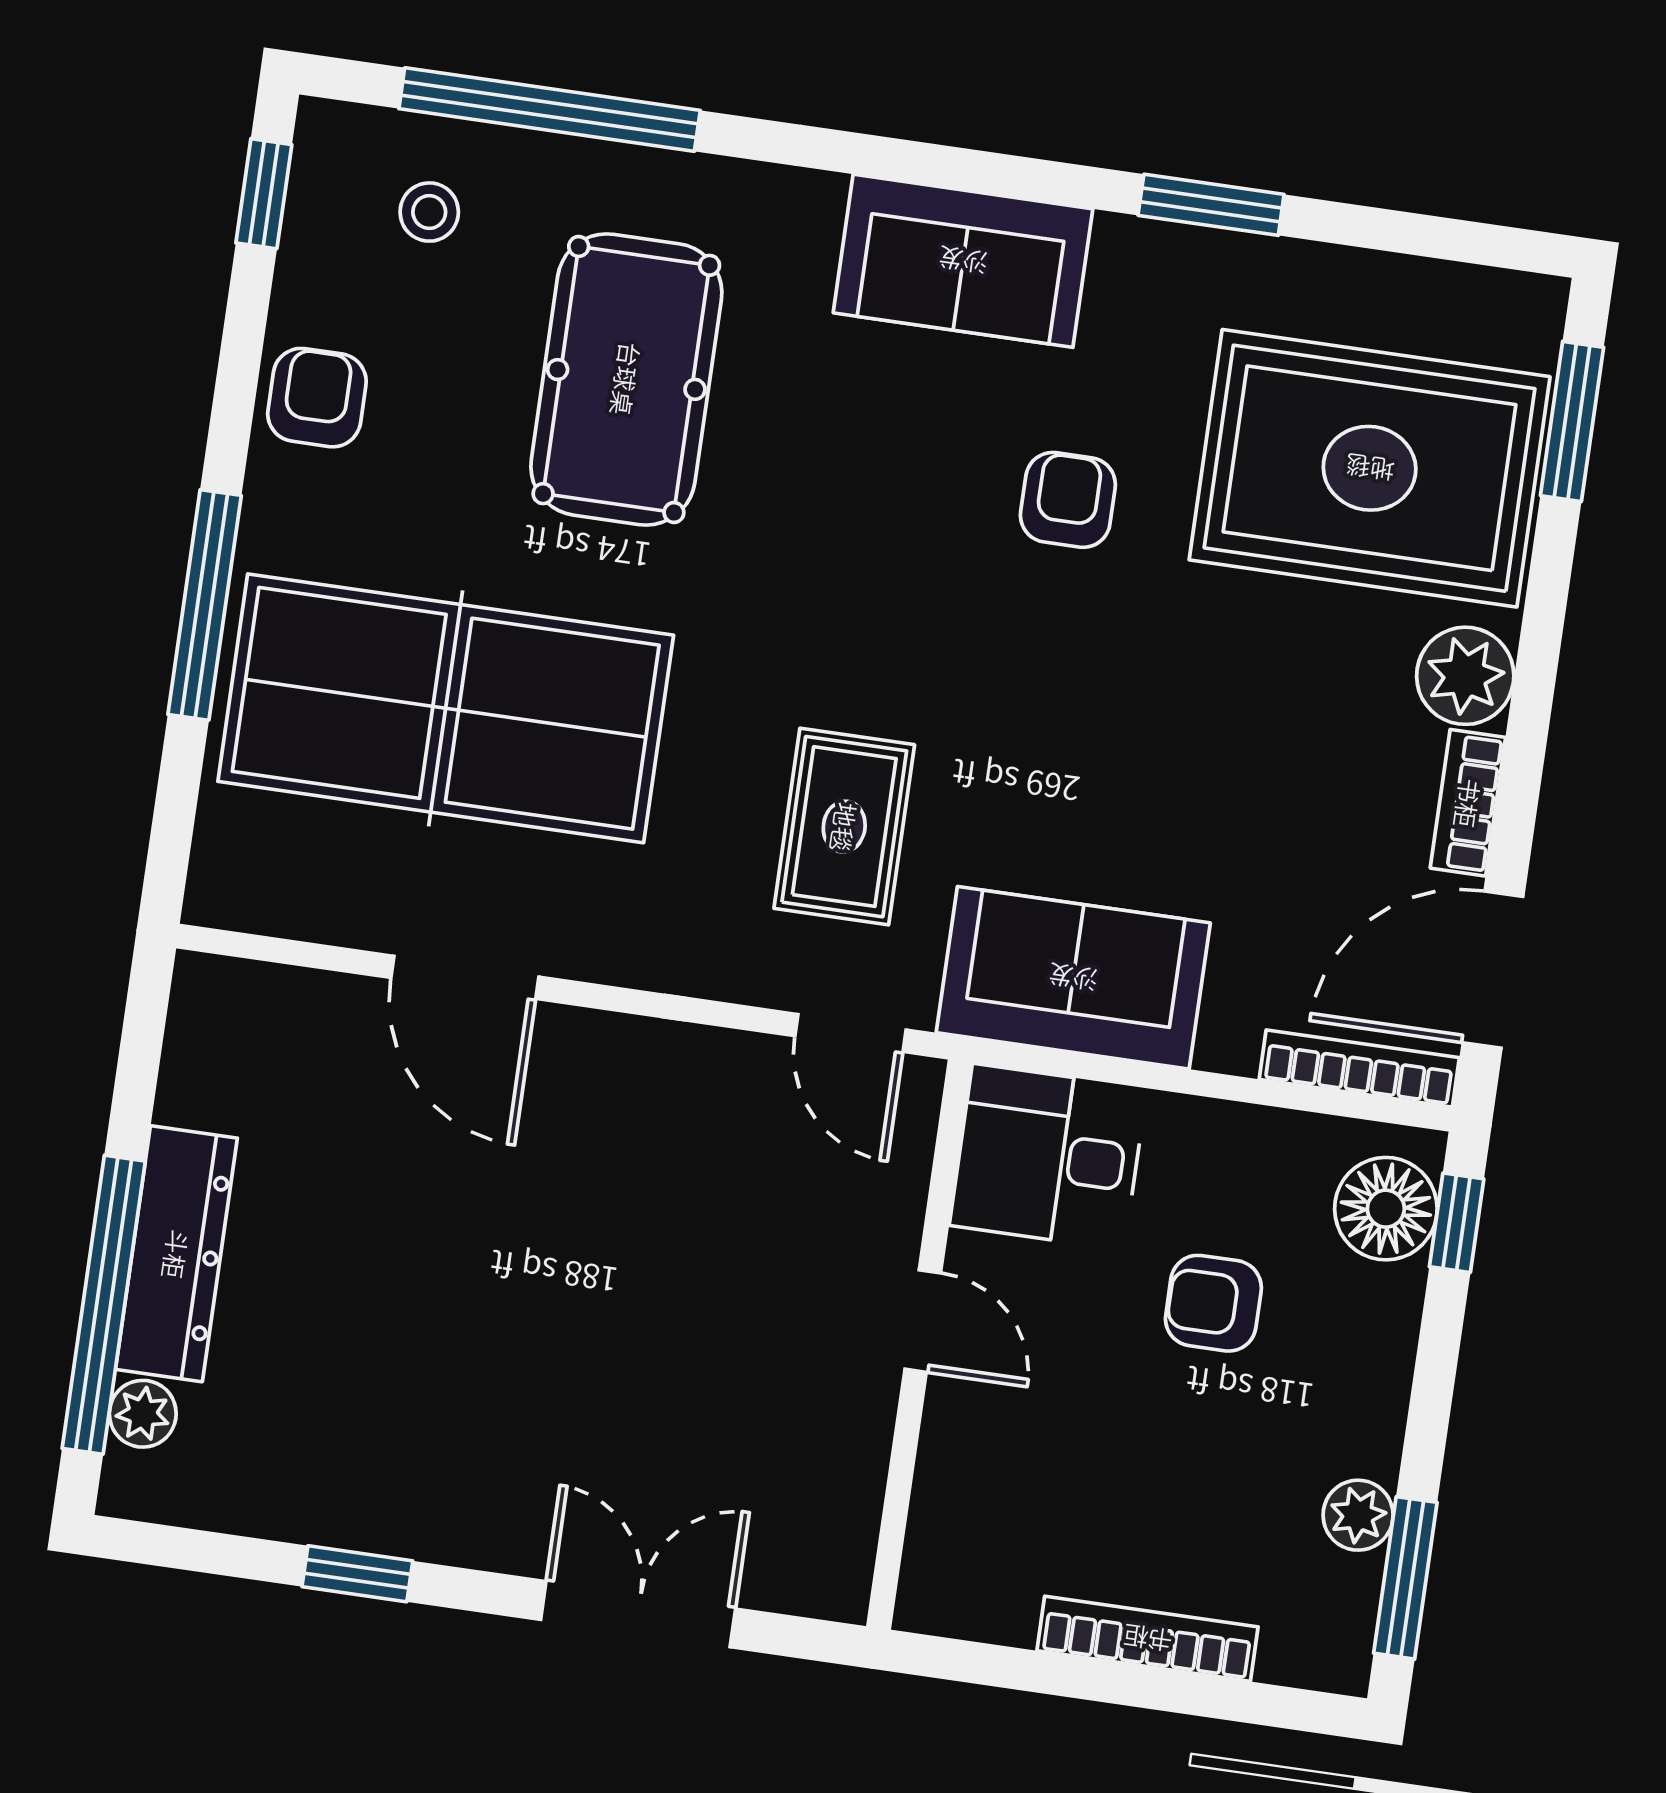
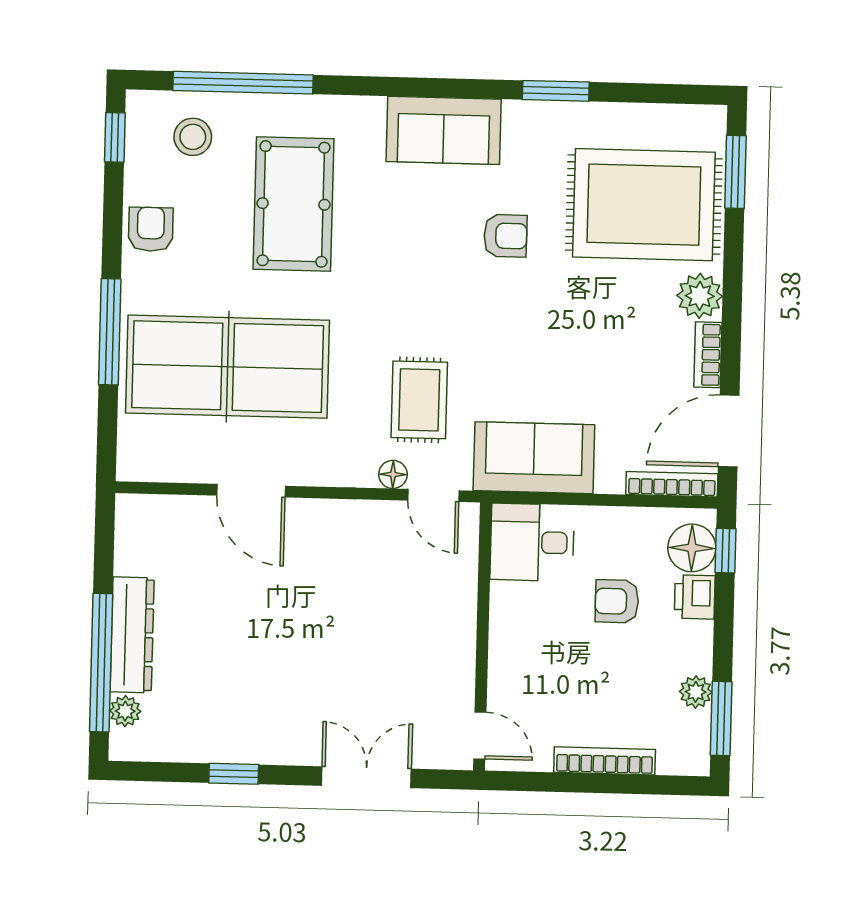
stool: (429, 212) -> (193, 137), width x1.37, depth x1.37
armchair: (1068, 500) -> (505, 236), turned 90
floor lamp: (770, 978) -> (393, 474), added
printer: (1380, 1313) -> (695, 597), added
door: (923, 1321) -> (480, 735), moved

